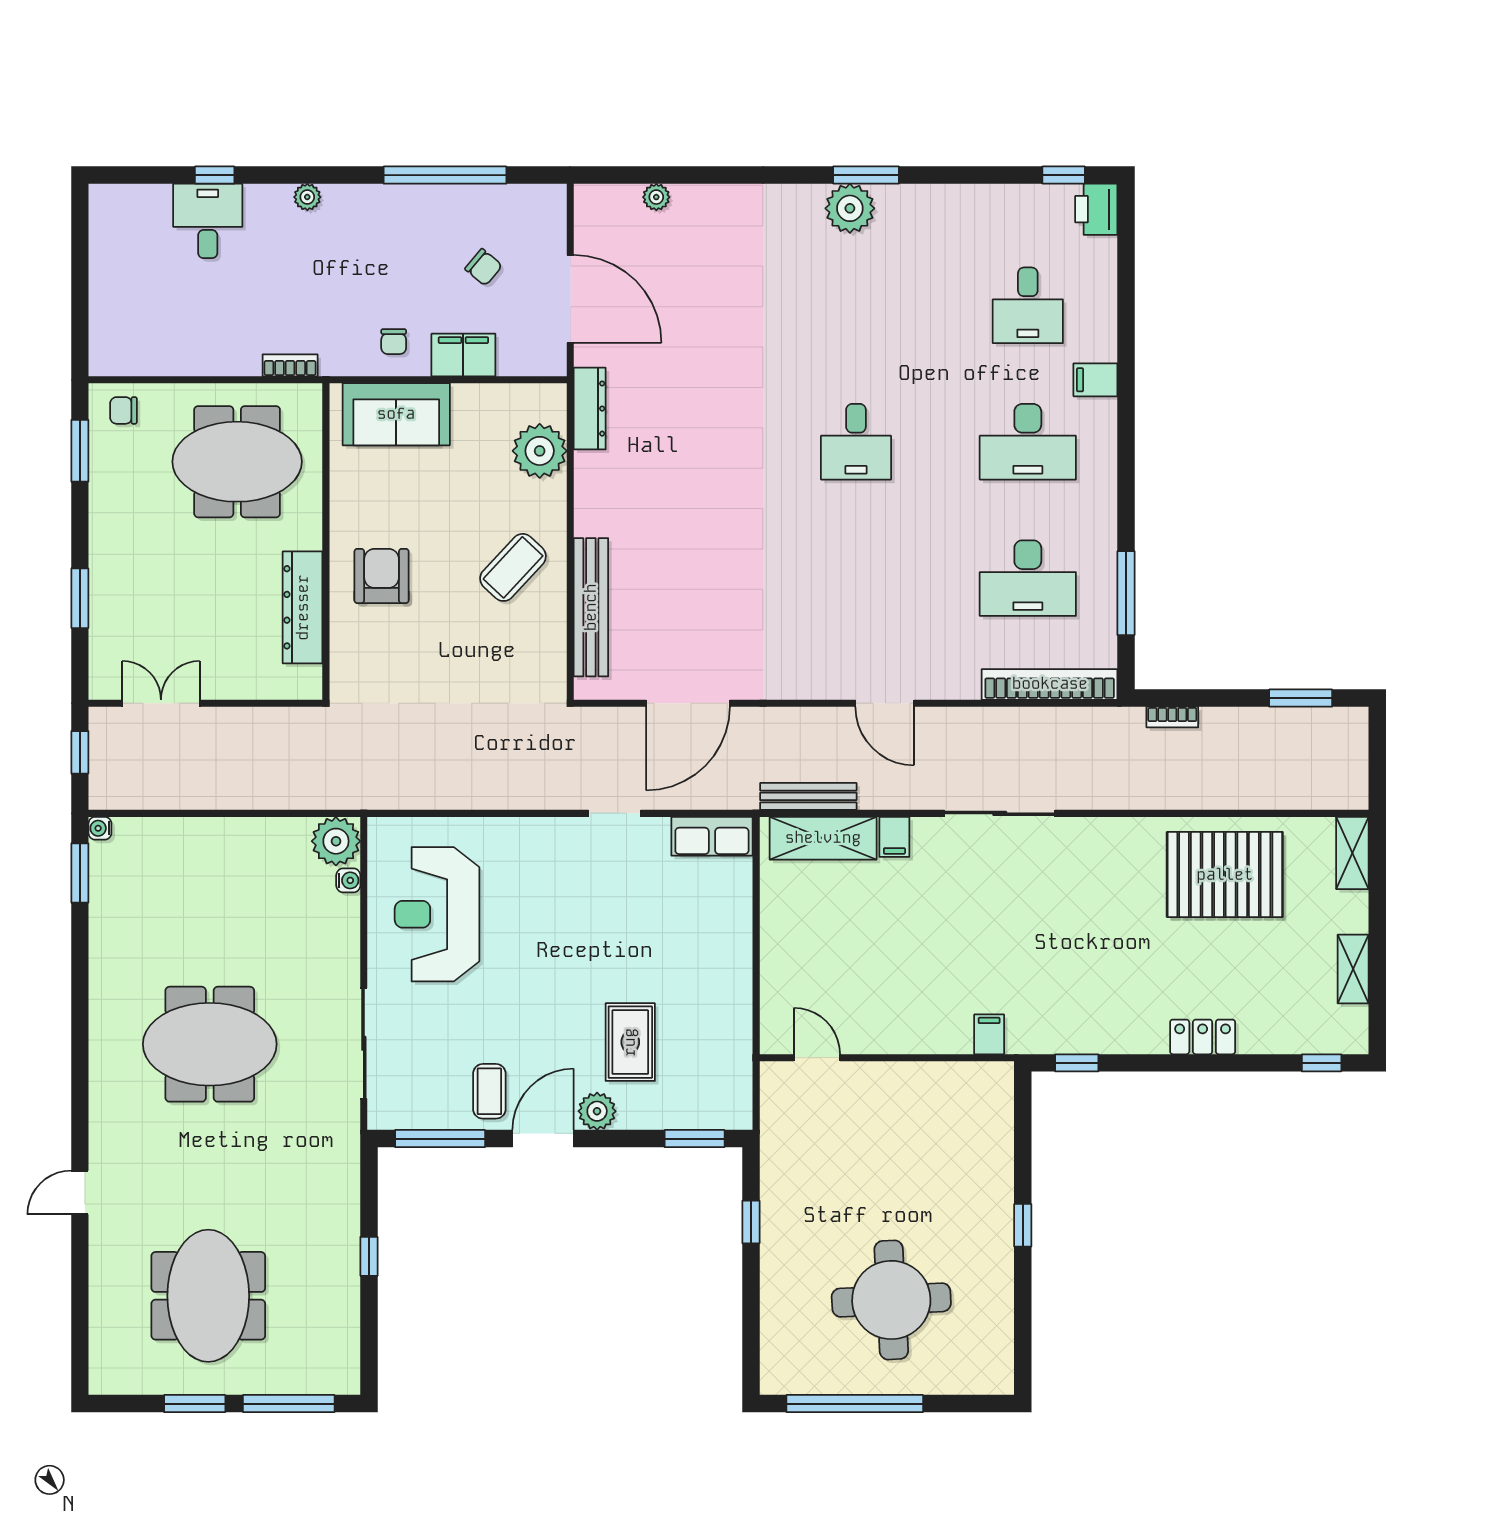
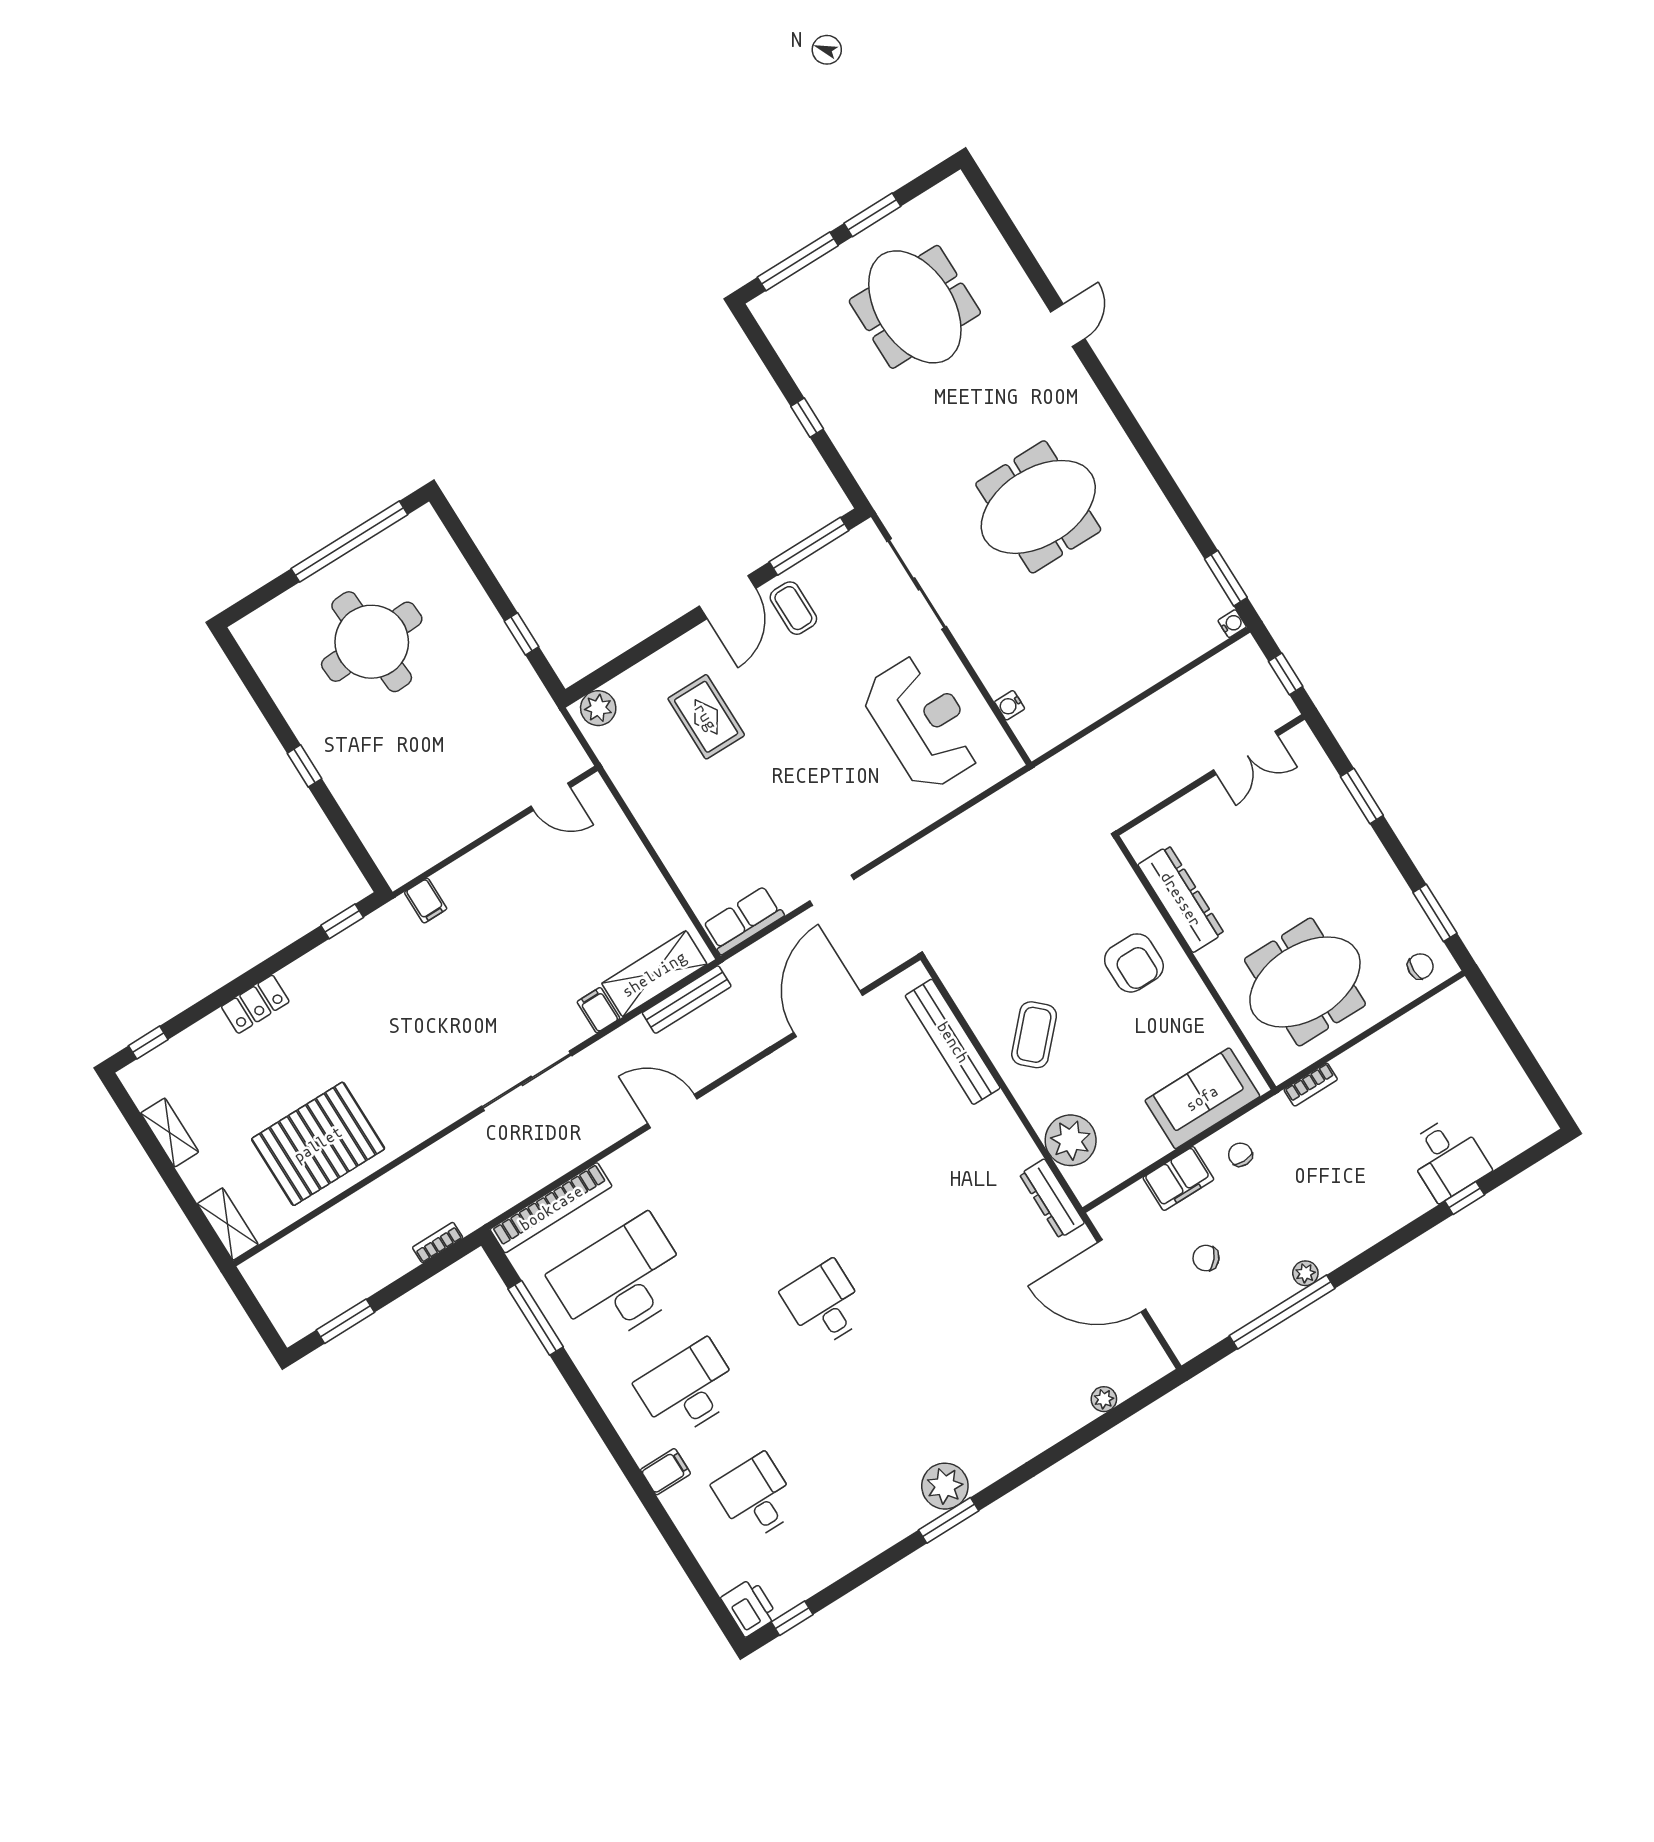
plant: (307, 197) -> (1305, 1273), moved
desk: (1028, 578) -> (621, 1281), width x1.36, depth x1.30
plant: (336, 841) -> (1039, 730), removed
plant: (597, 1111) -> (598, 708), moved
window: (695, 1139) -> (607, 672), removed

